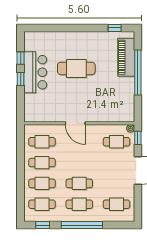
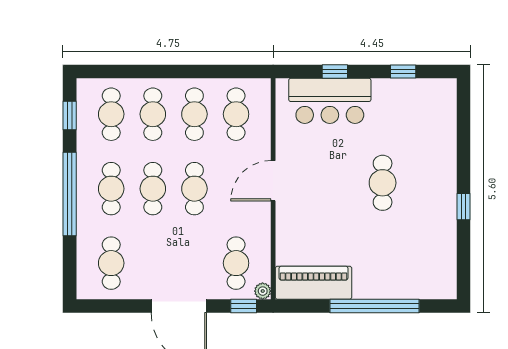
window: (115, 28) -> (463, 207), moved
piano: (126, 57) -> (314, 283), moved
cafe table: (76, 68) -> (383, 183), width x0.73, depth x0.74
bar counter: (35, 72) -> (330, 101), moved
window: (21, 79) -> (335, 71), moved
cafe table: (79, 163) -> (194, 189), added

